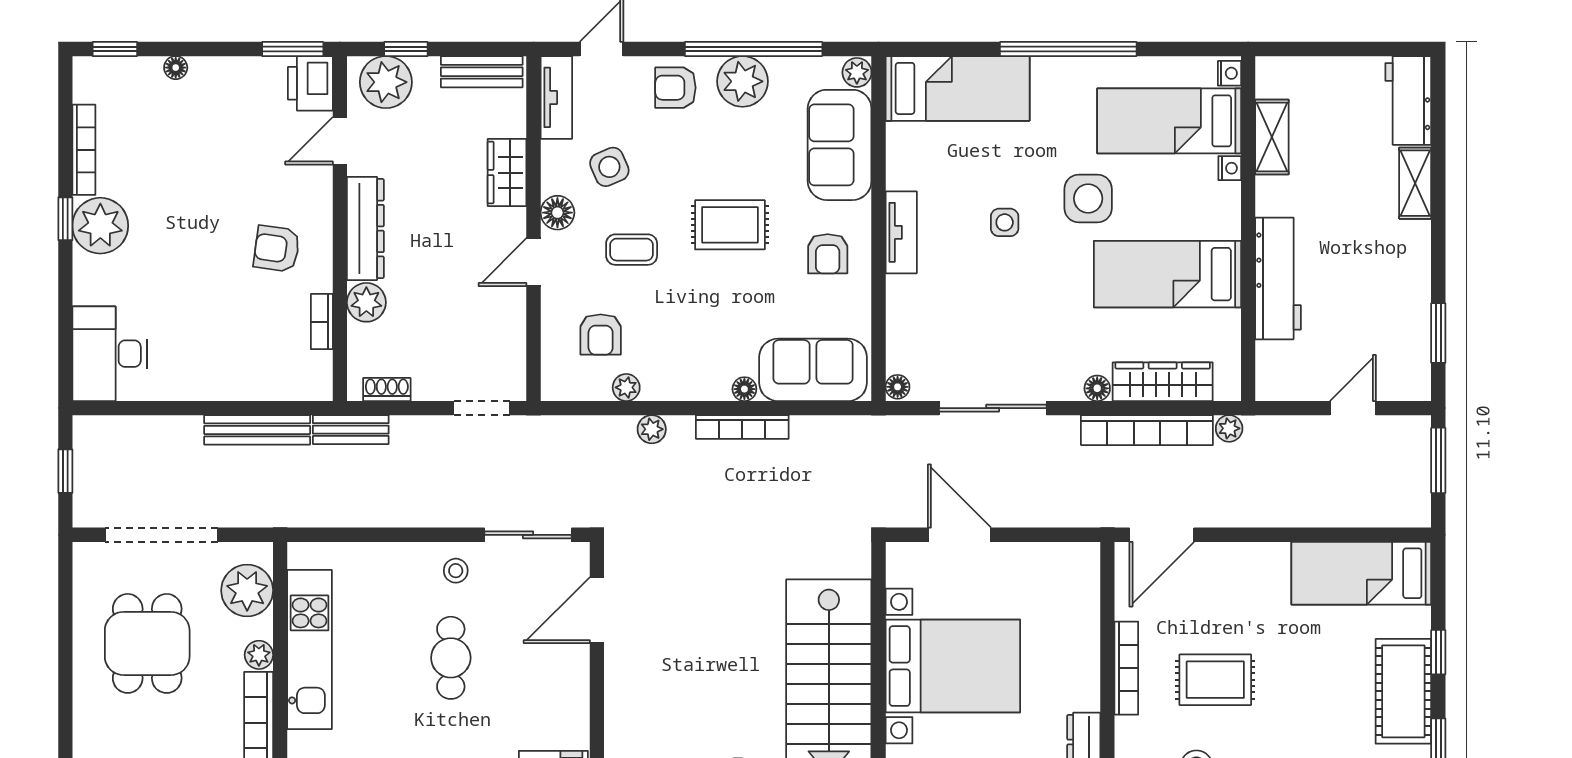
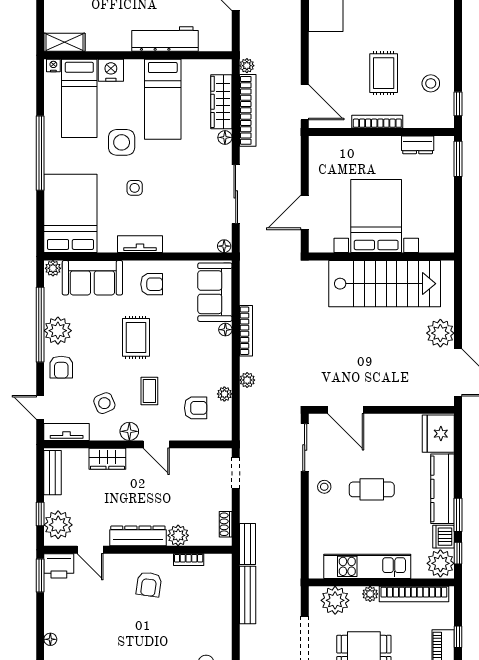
bed: (958, 88) -> (70, 213), width x1.50
shelving: (1272, 137) -> (64, 42), moved
nightstand: (1230, 168) -> (111, 70), width x1.89, depth x1.79

